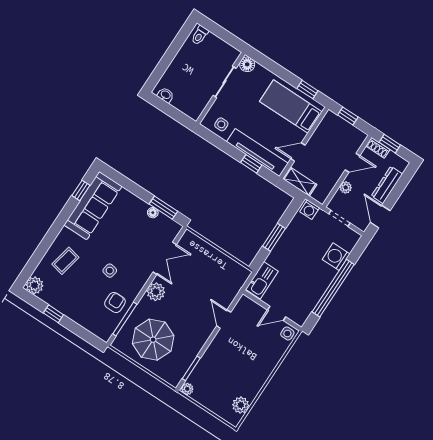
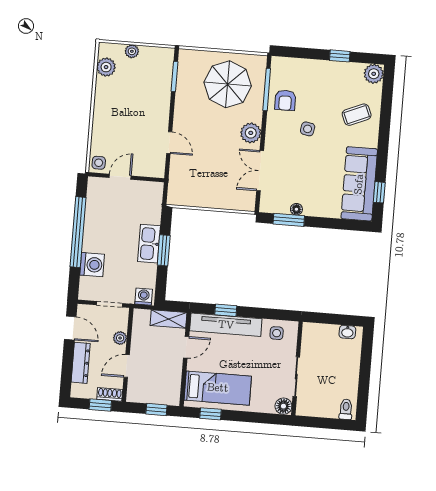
coffee table: (65, 261) -> (357, 115), turned 55
kitchen sink: (262, 280) -> (149, 244), moved
plant: (187, 389) -> (132, 51), moved

